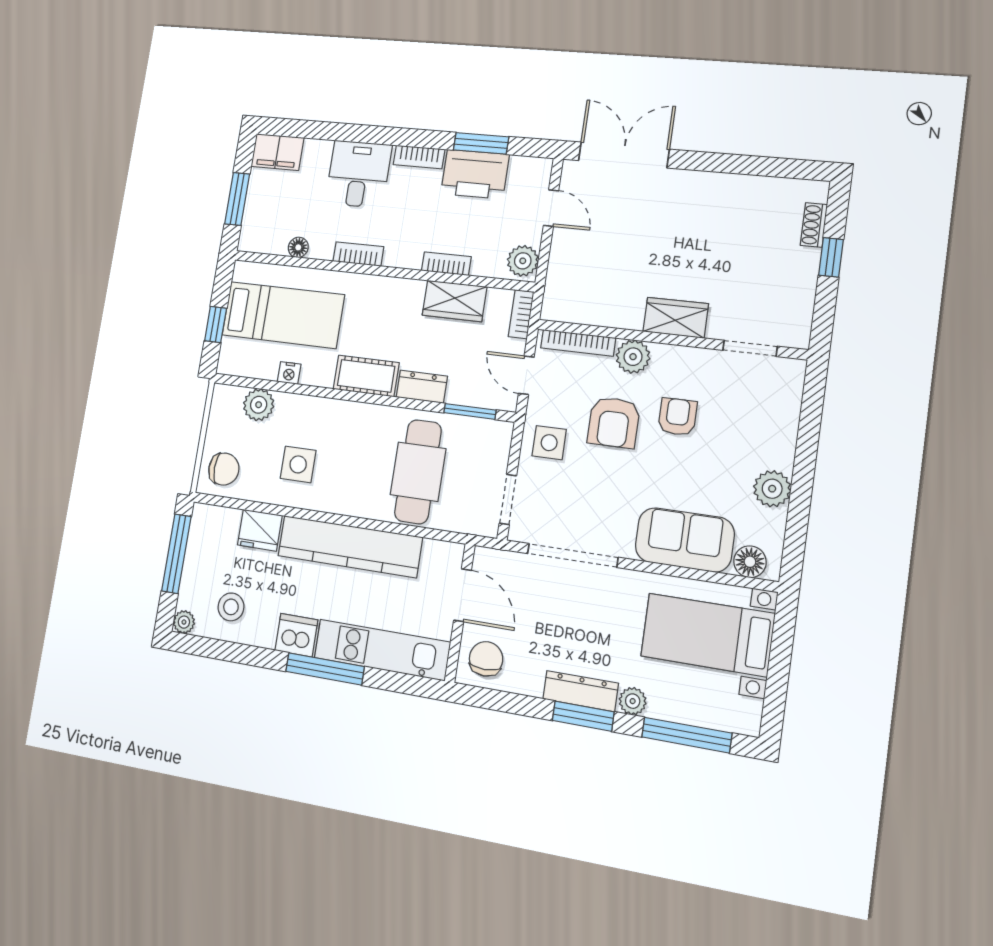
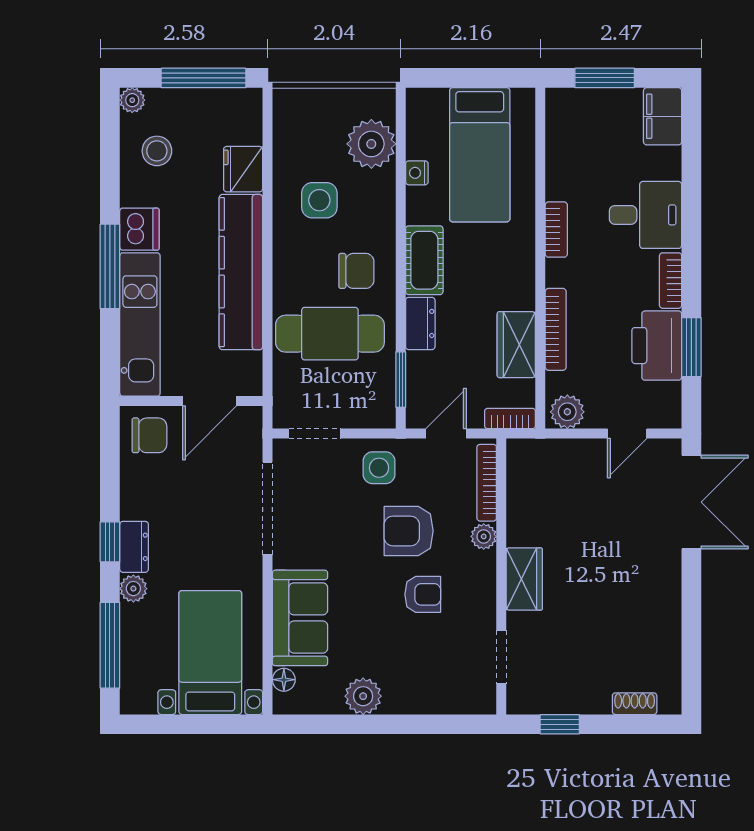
floor lamp: (298, 247) -> (557, 159), removed
window: (831, 257) -> (560, 724), moved
bookcase: (446, 264) -> (556, 329), width x1.56
window: (216, 324) -> (460, 78), removed
plant: (633, 357) -> (484, 536), width x0.73, depth x0.73
plant: (259, 405) -> (371, 144), width x1.36, depth x1.36
chair: (224, 469) -> (356, 271), moved, turned -90
floor lamp: (750, 562) -> (284, 680), width x0.73, depth x0.73
dresser: (580, 691) -> (134, 547), width x0.70
window: (583, 716) -> (110, 542), width x0.67

